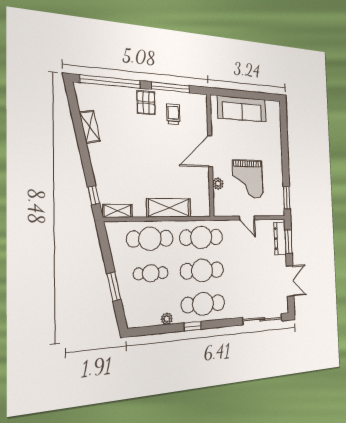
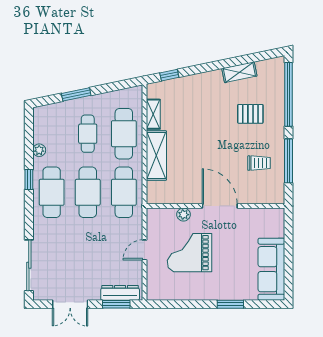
pallet: (146, 103) -> (250, 114), moved
sofa: (242, 109) -> (271, 269), moved
window: (287, 198) -> (230, 304), moved
shelving: (118, 211) -> (153, 114), moved

